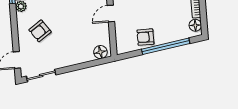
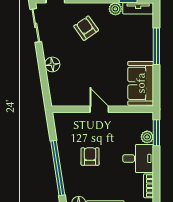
armchair: (145, 37) -> (90, 156), moved
floor lamp: (100, 52) -> (52, 64), moved

